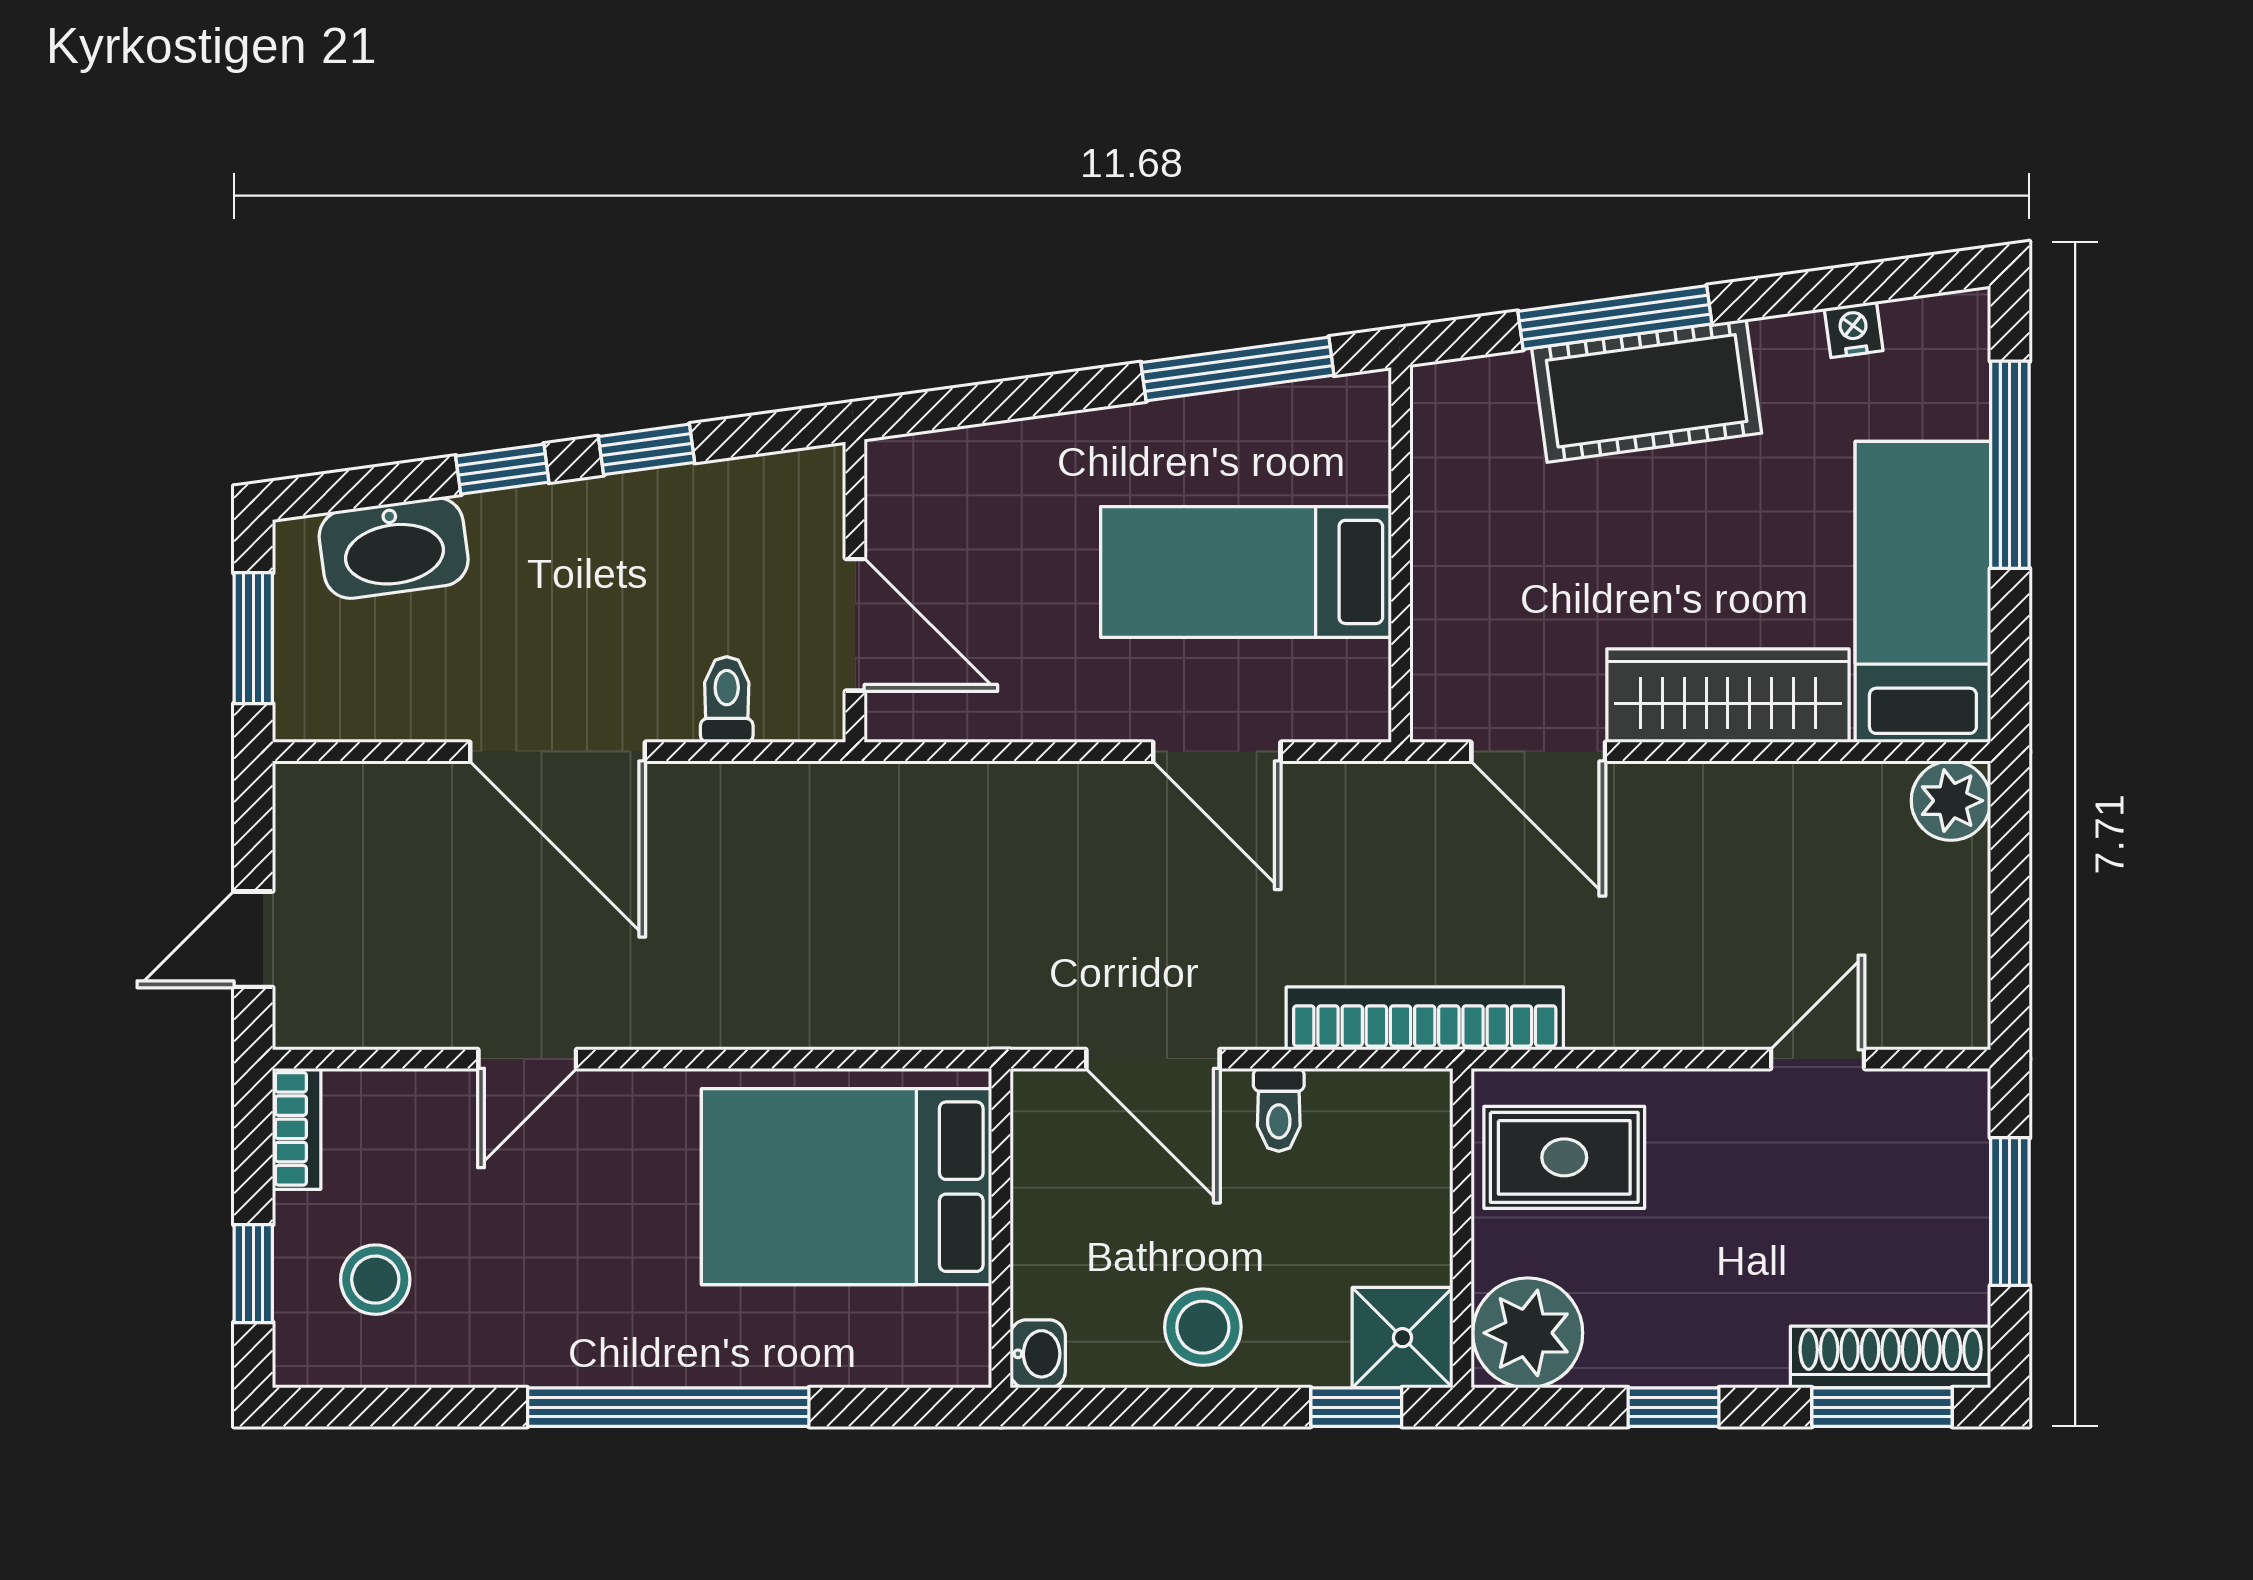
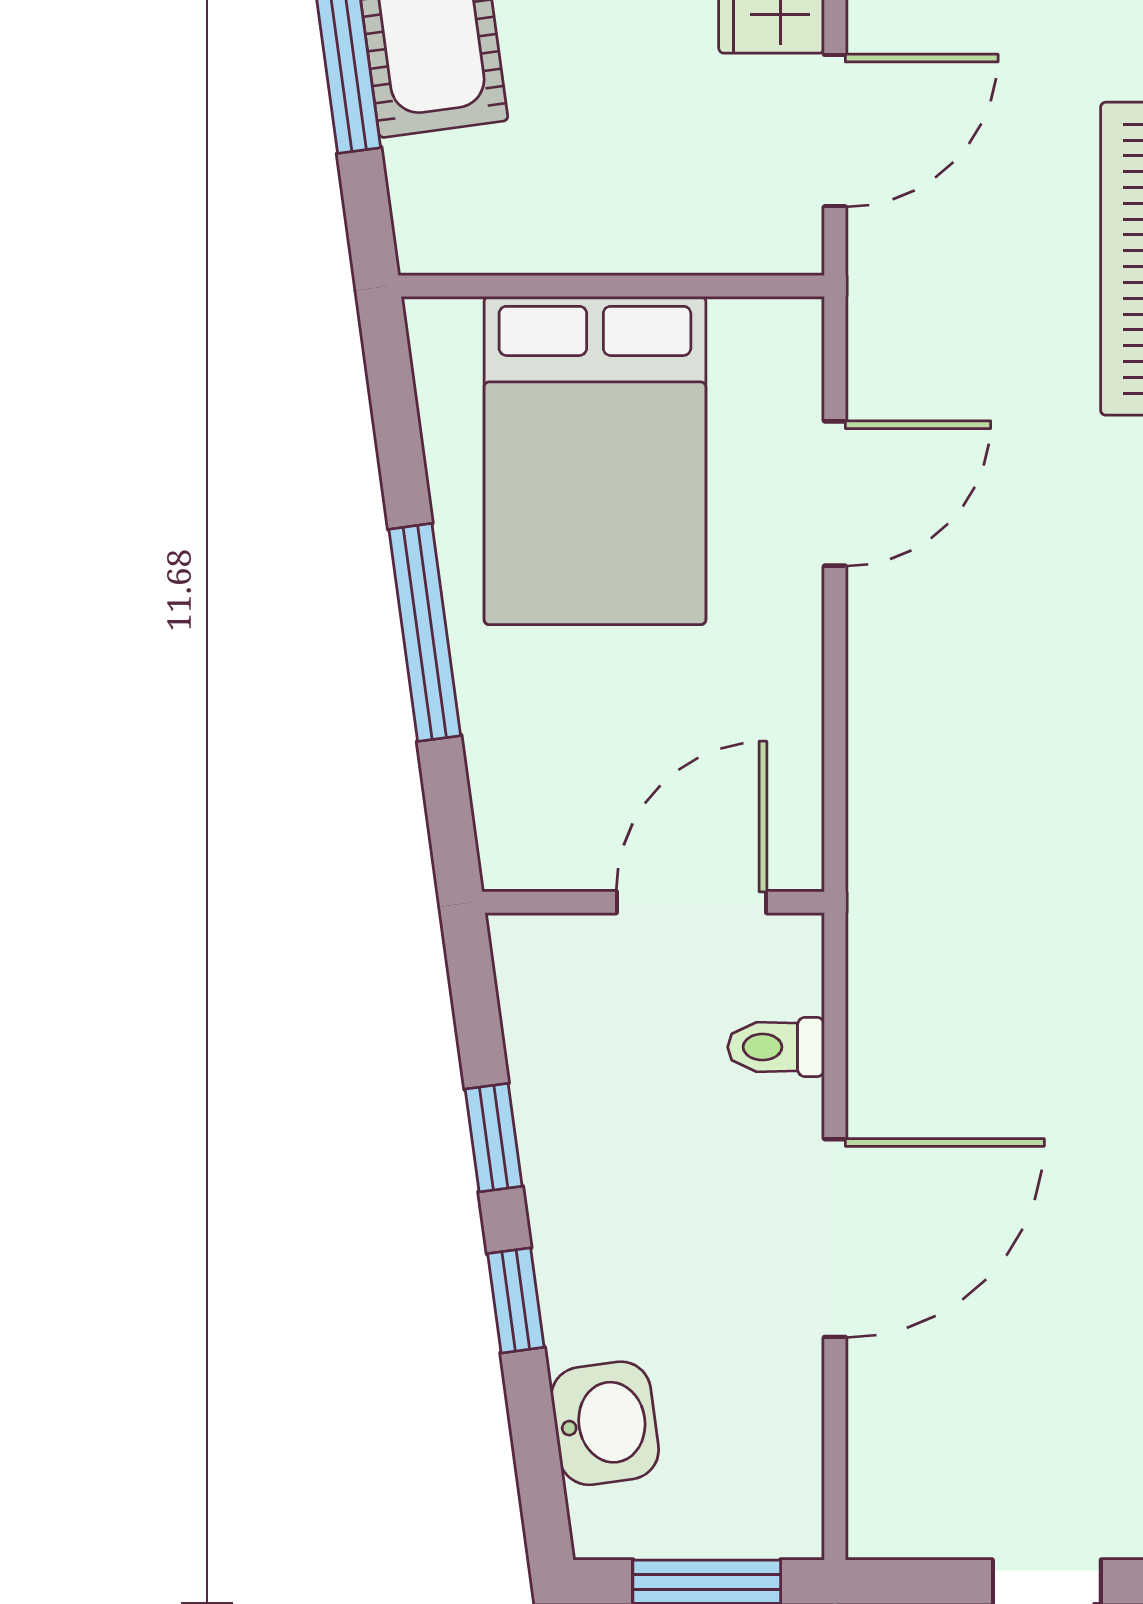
window: (1237, 369) -> (425, 632), moved
washbasin: (394, 548) -> (605, 1423), width x0.72
bed: (1246, 572) -> (595, 461), width x1.50

